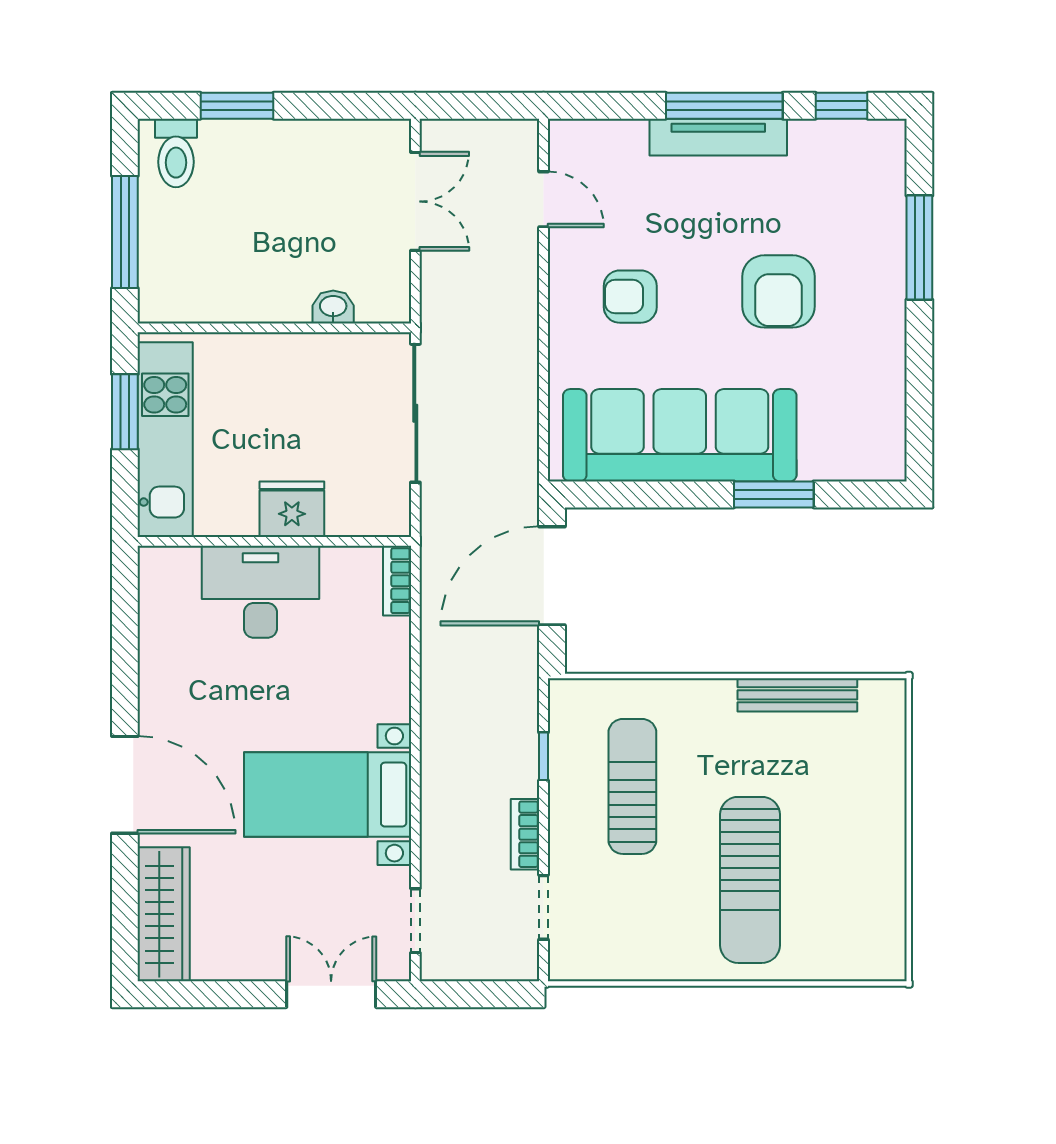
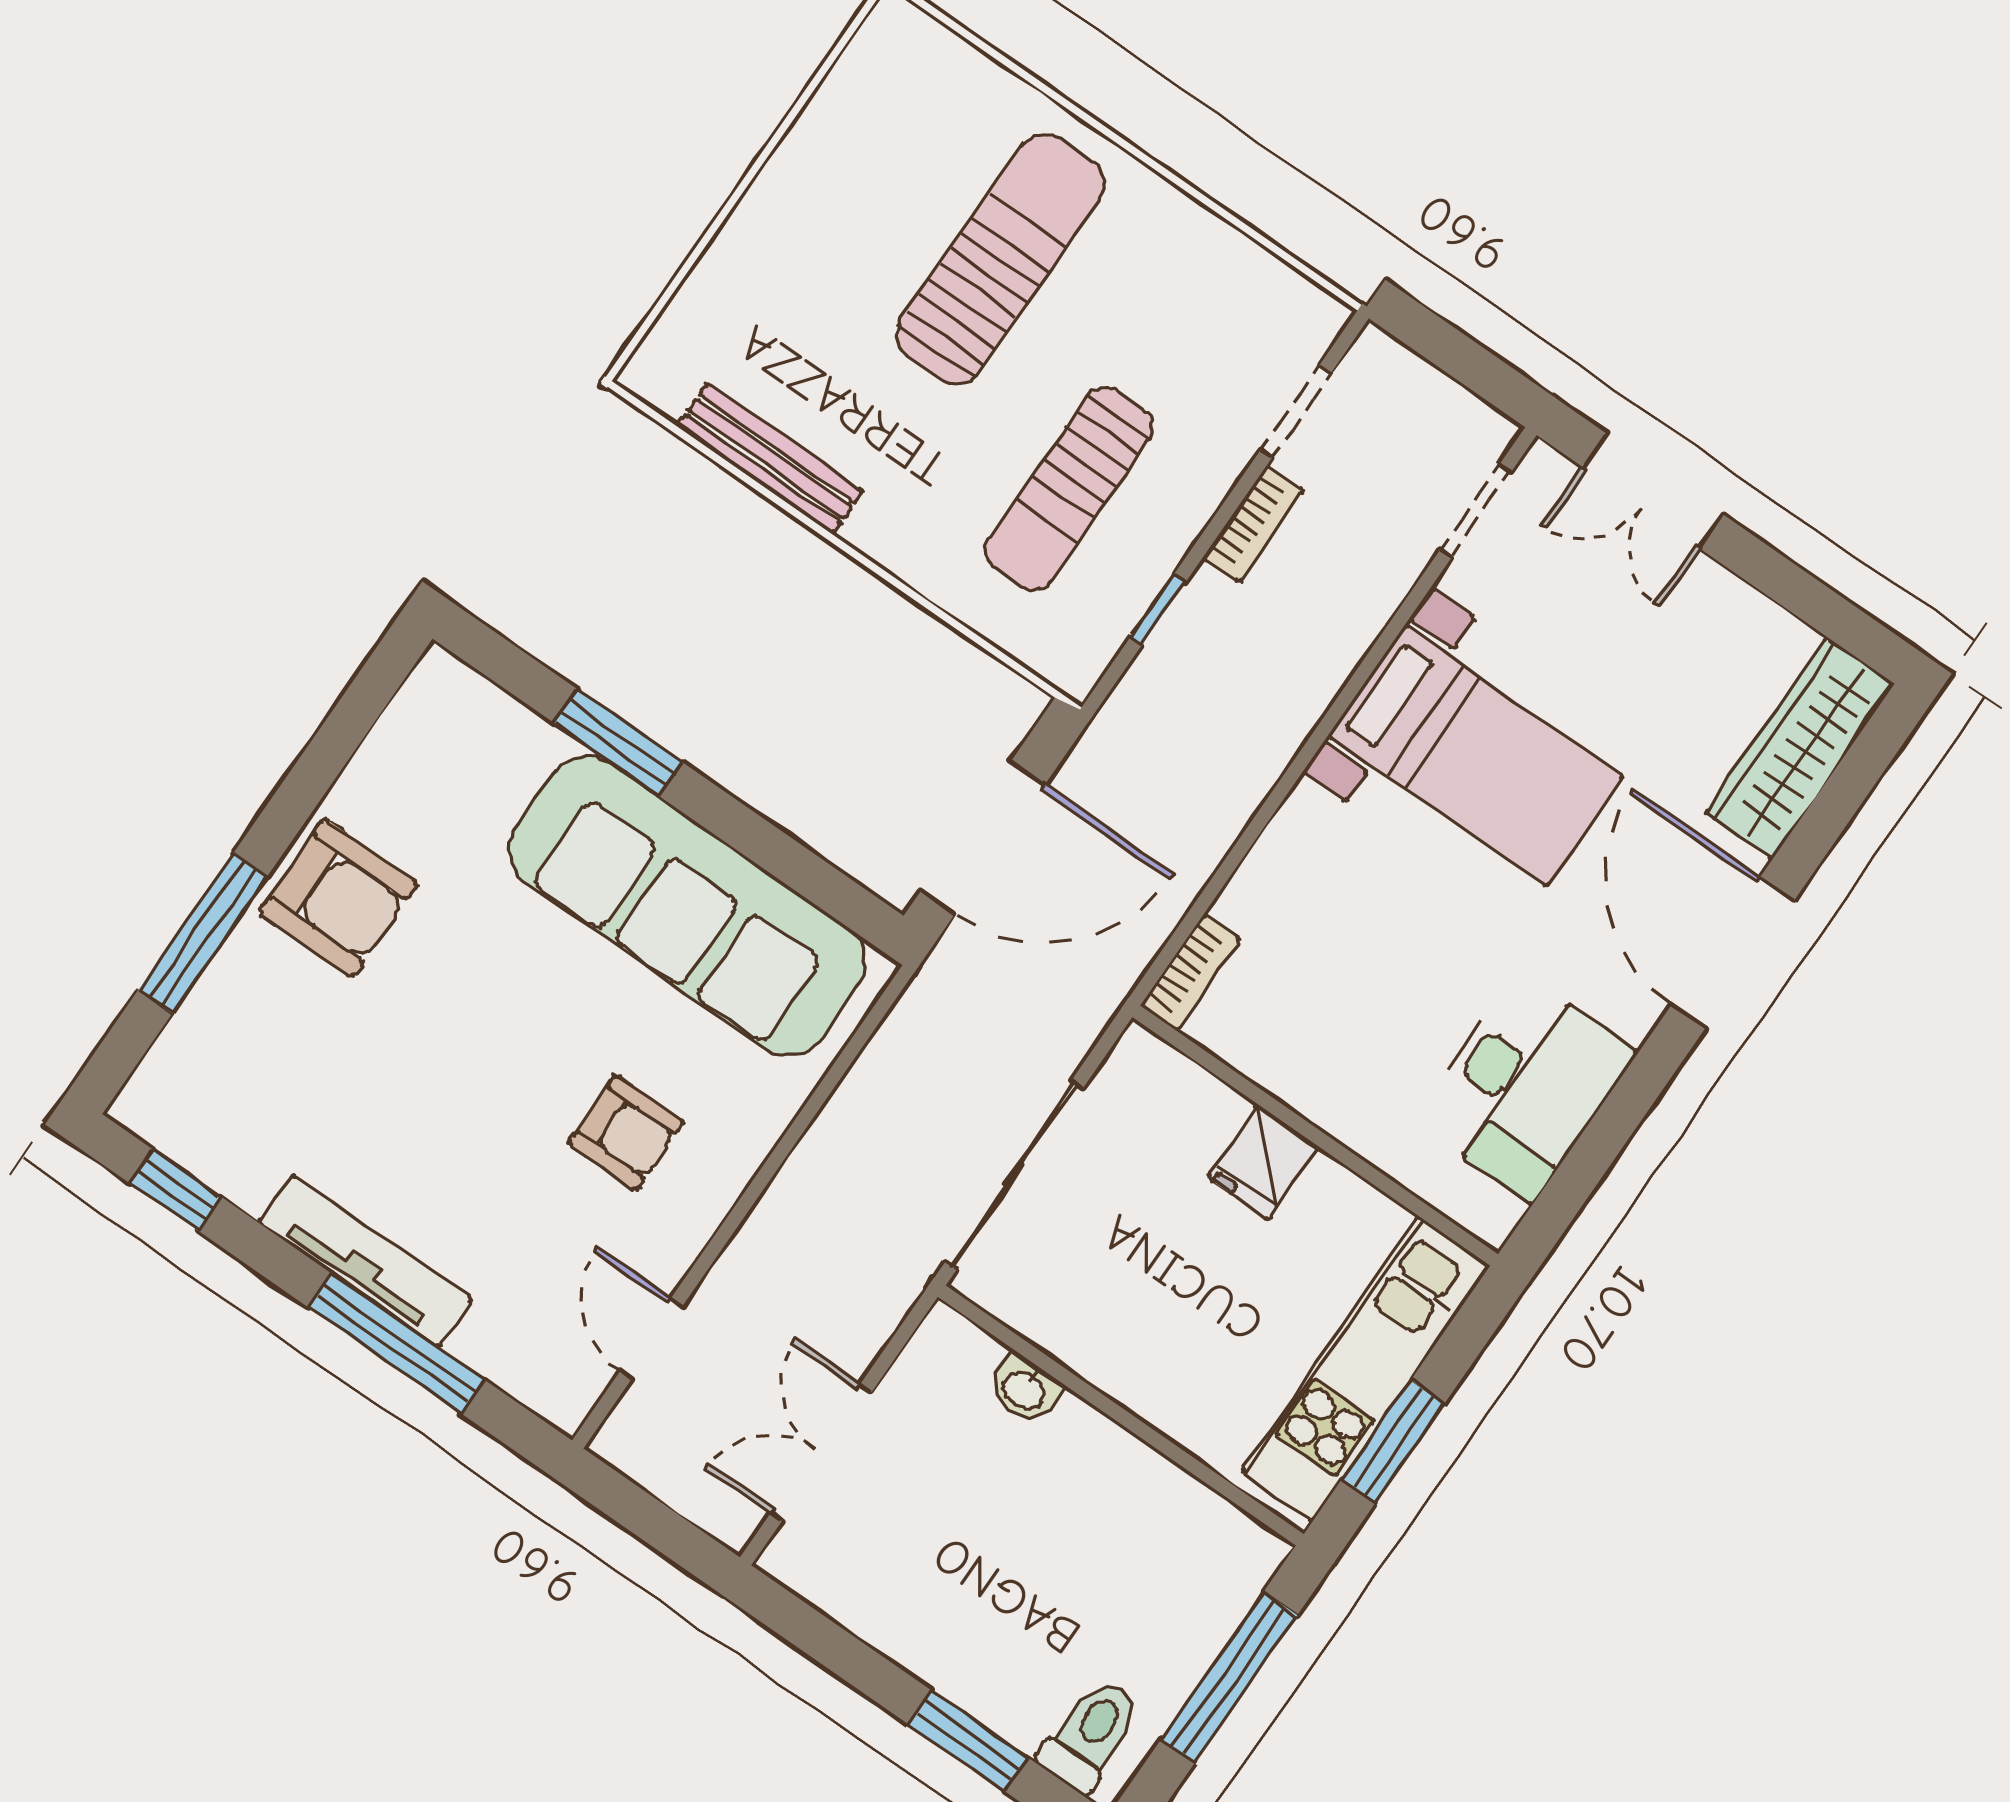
window: (724, 106) -> (396, 1344), moved
armchair: (779, 291) -> (338, 898), moved, turned 90
fridge: (292, 509) -> (1263, 1162), width x0.72
desk: (260, 592) -> (1525, 1087), moved, turned -90

